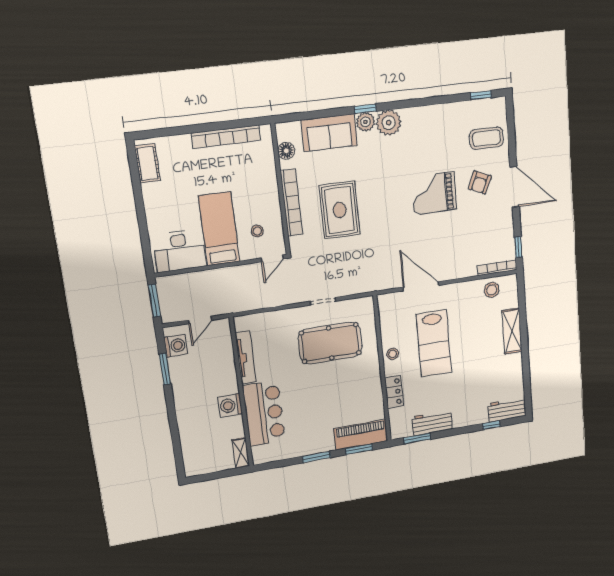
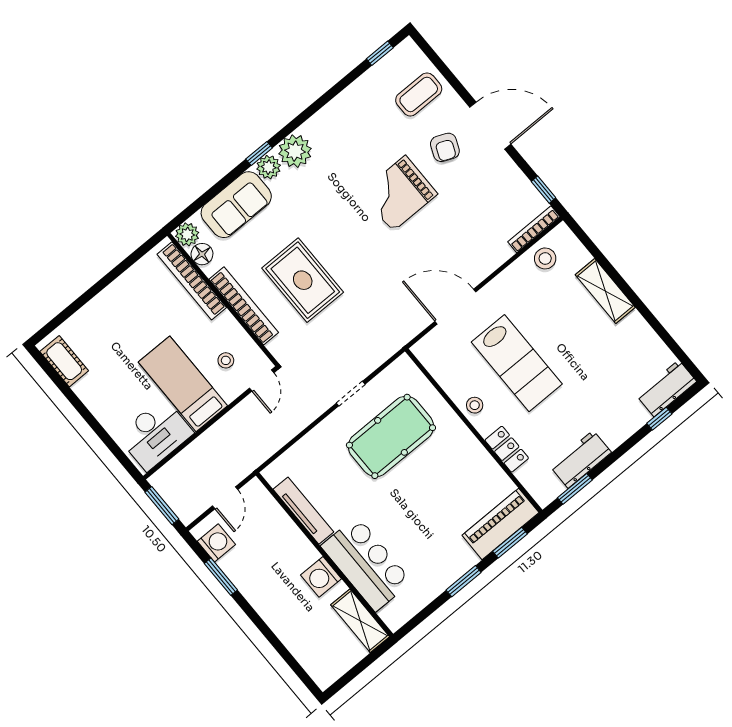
plant: (285, 131) -> (187, 234), added
bookcase: (226, 137) -> (192, 281), moved, turned 90
shelving: (241, 453) -> (360, 621), width x1.50, depth x1.33

